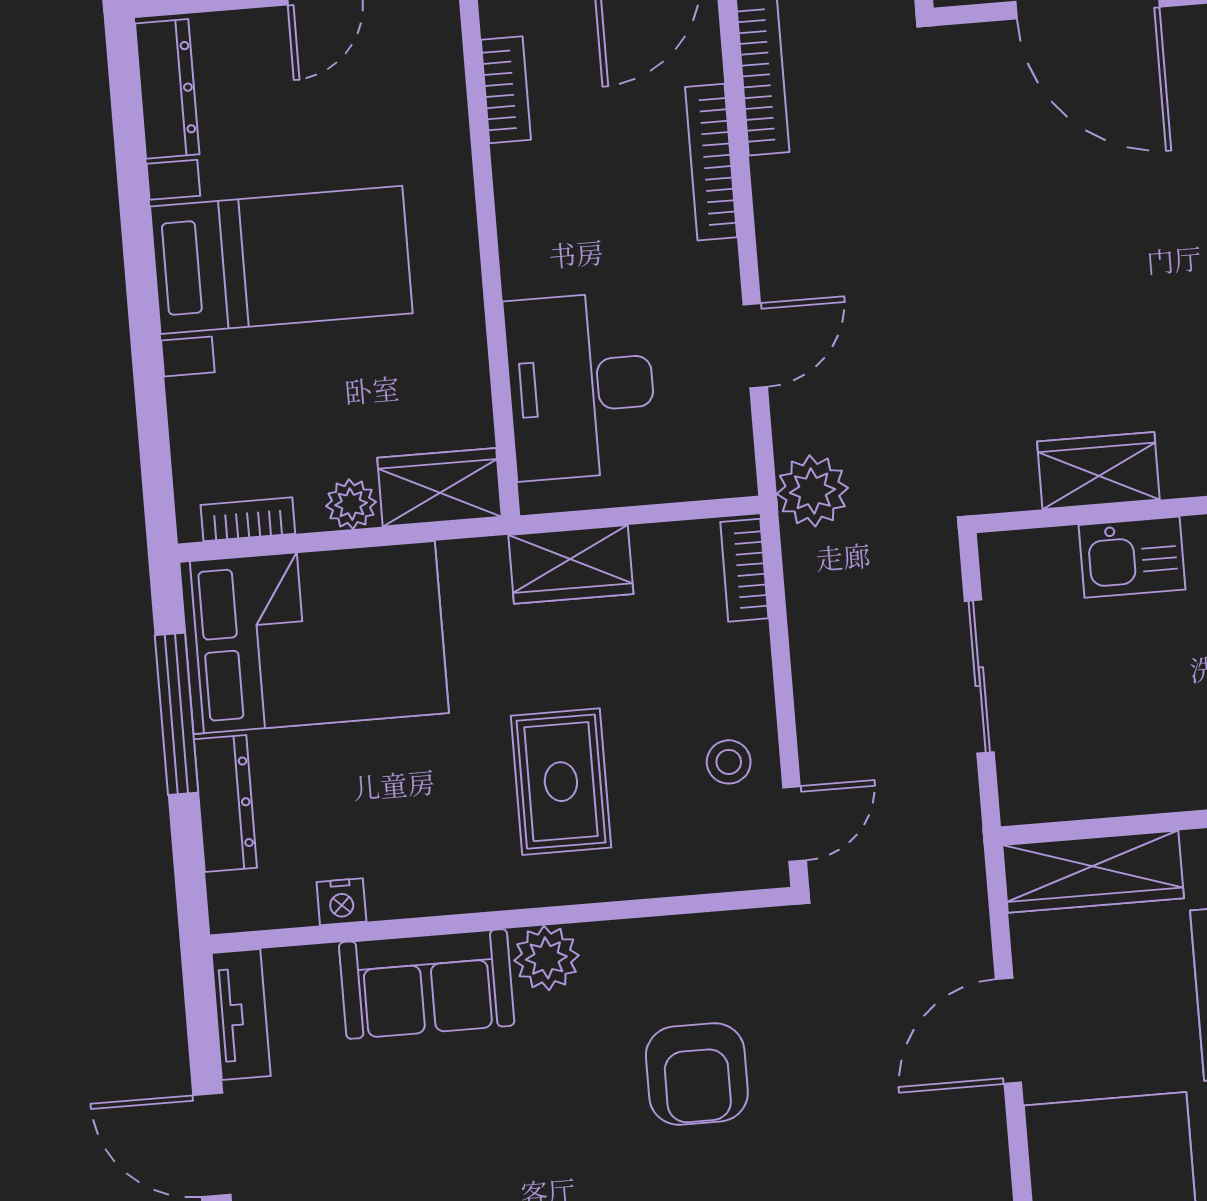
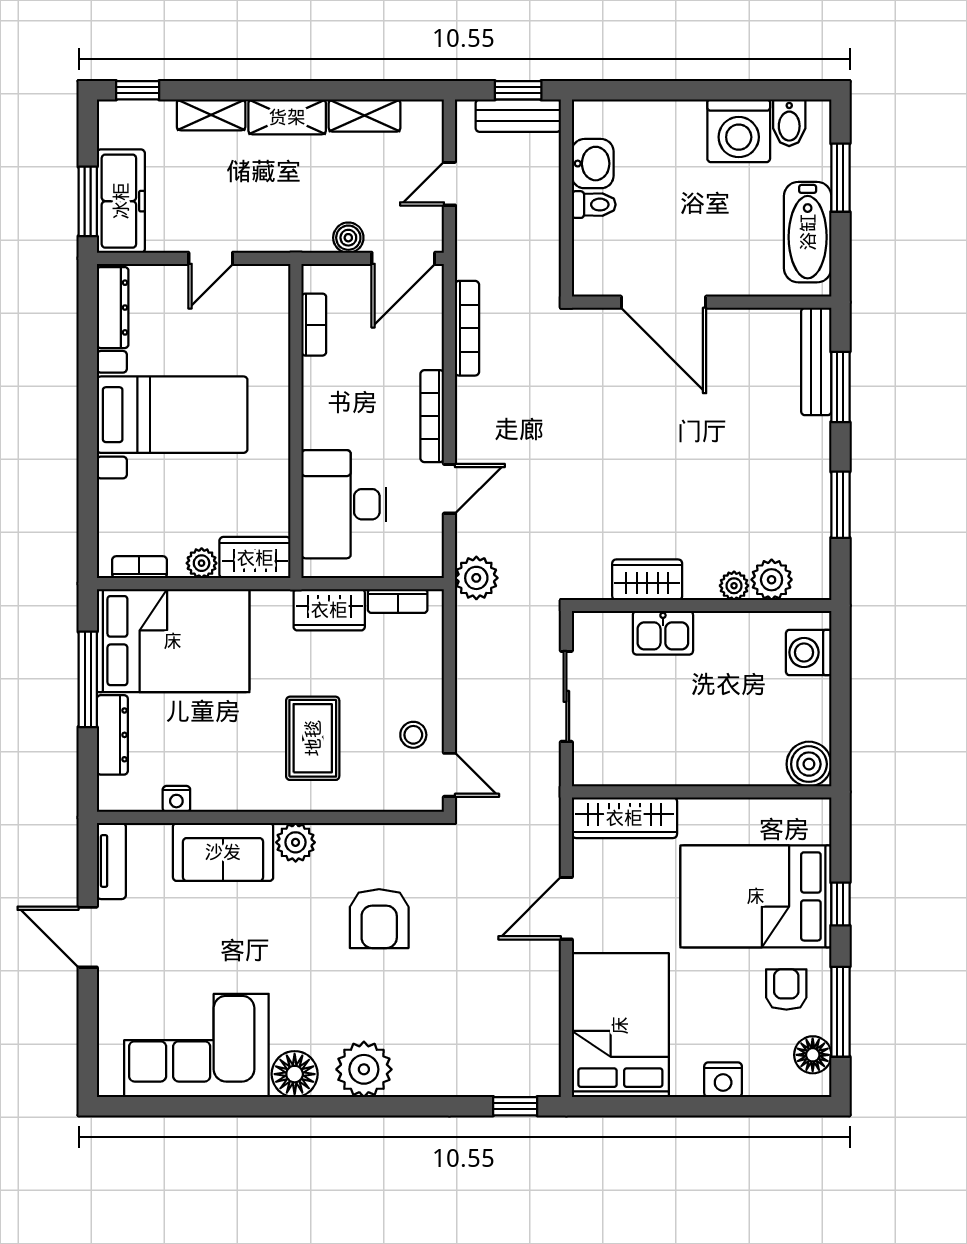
bookcase: (711, 162) -> (432, 416), moved
bookcase: (744, 570) -> (398, 601), moved, turned -90
door: (795, 824) -> (449, 775), hinge flipped

